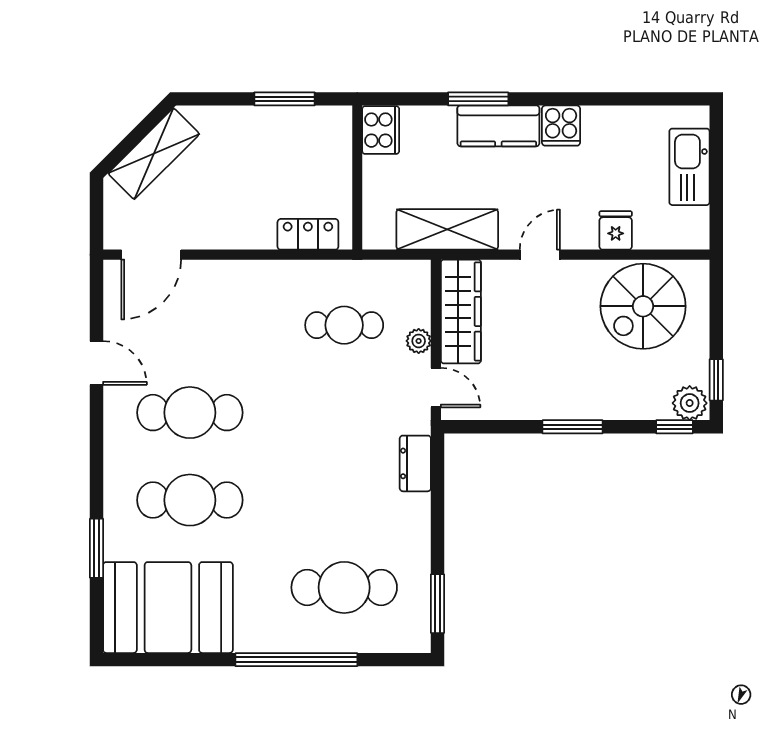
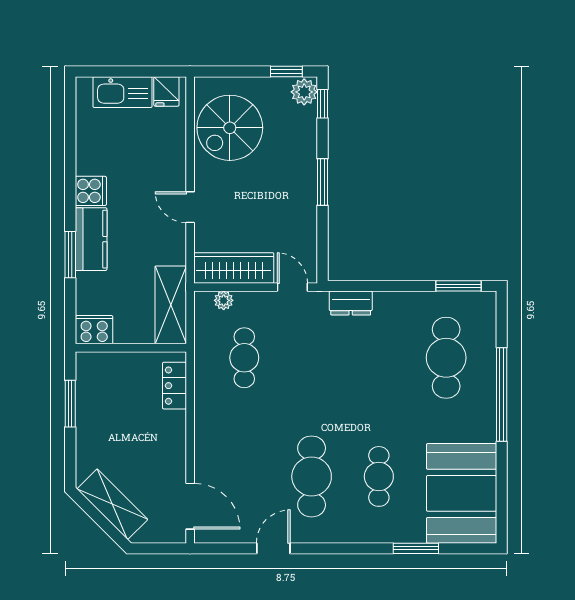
shelving: (447, 229) -> (171, 305), moved
fridge: (616, 230) -> (166, 91), moved, turned -90
spiral stairs: (643, 306) -> (230, 128), turned 90
plant: (419, 341) -> (224, 300), moved
door: (436, 388) -> (292, 287), hinge flipped
cafe table: (190, 500) -> (379, 476), width x0.73, depth x0.74

